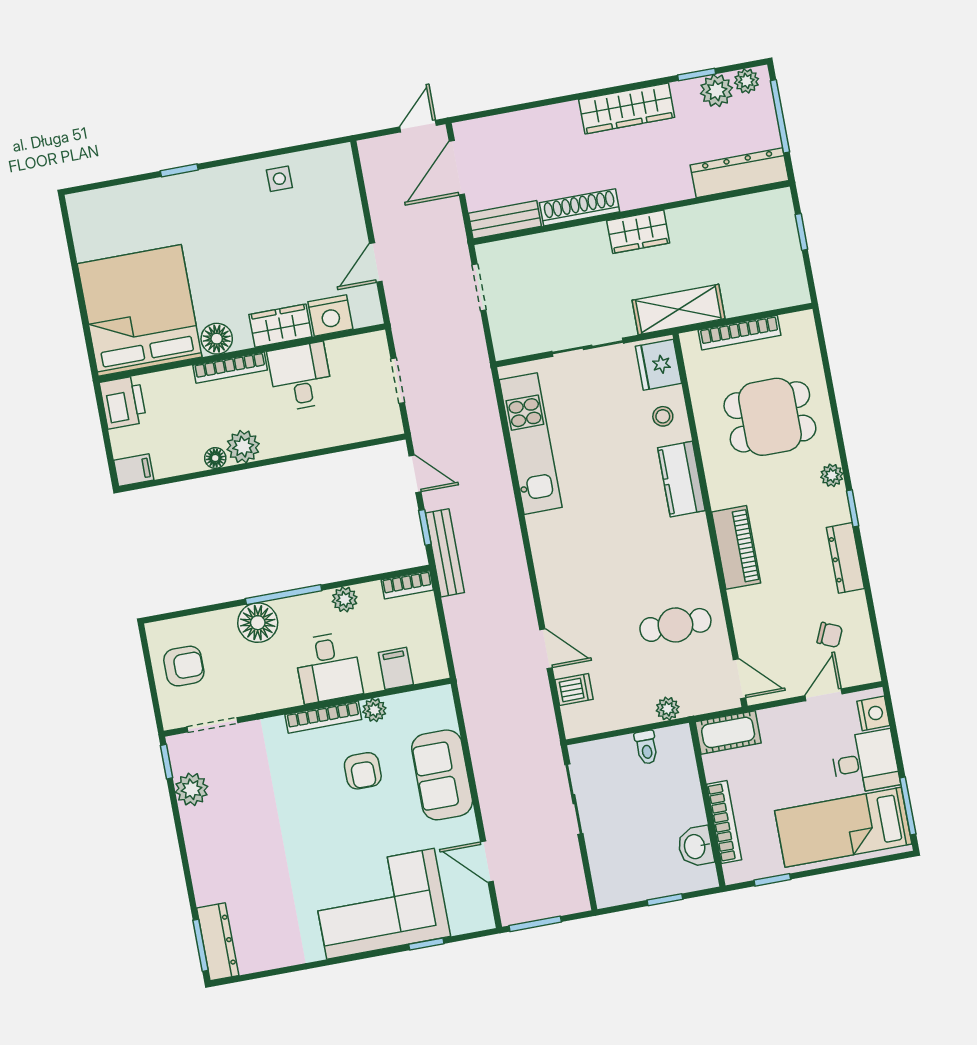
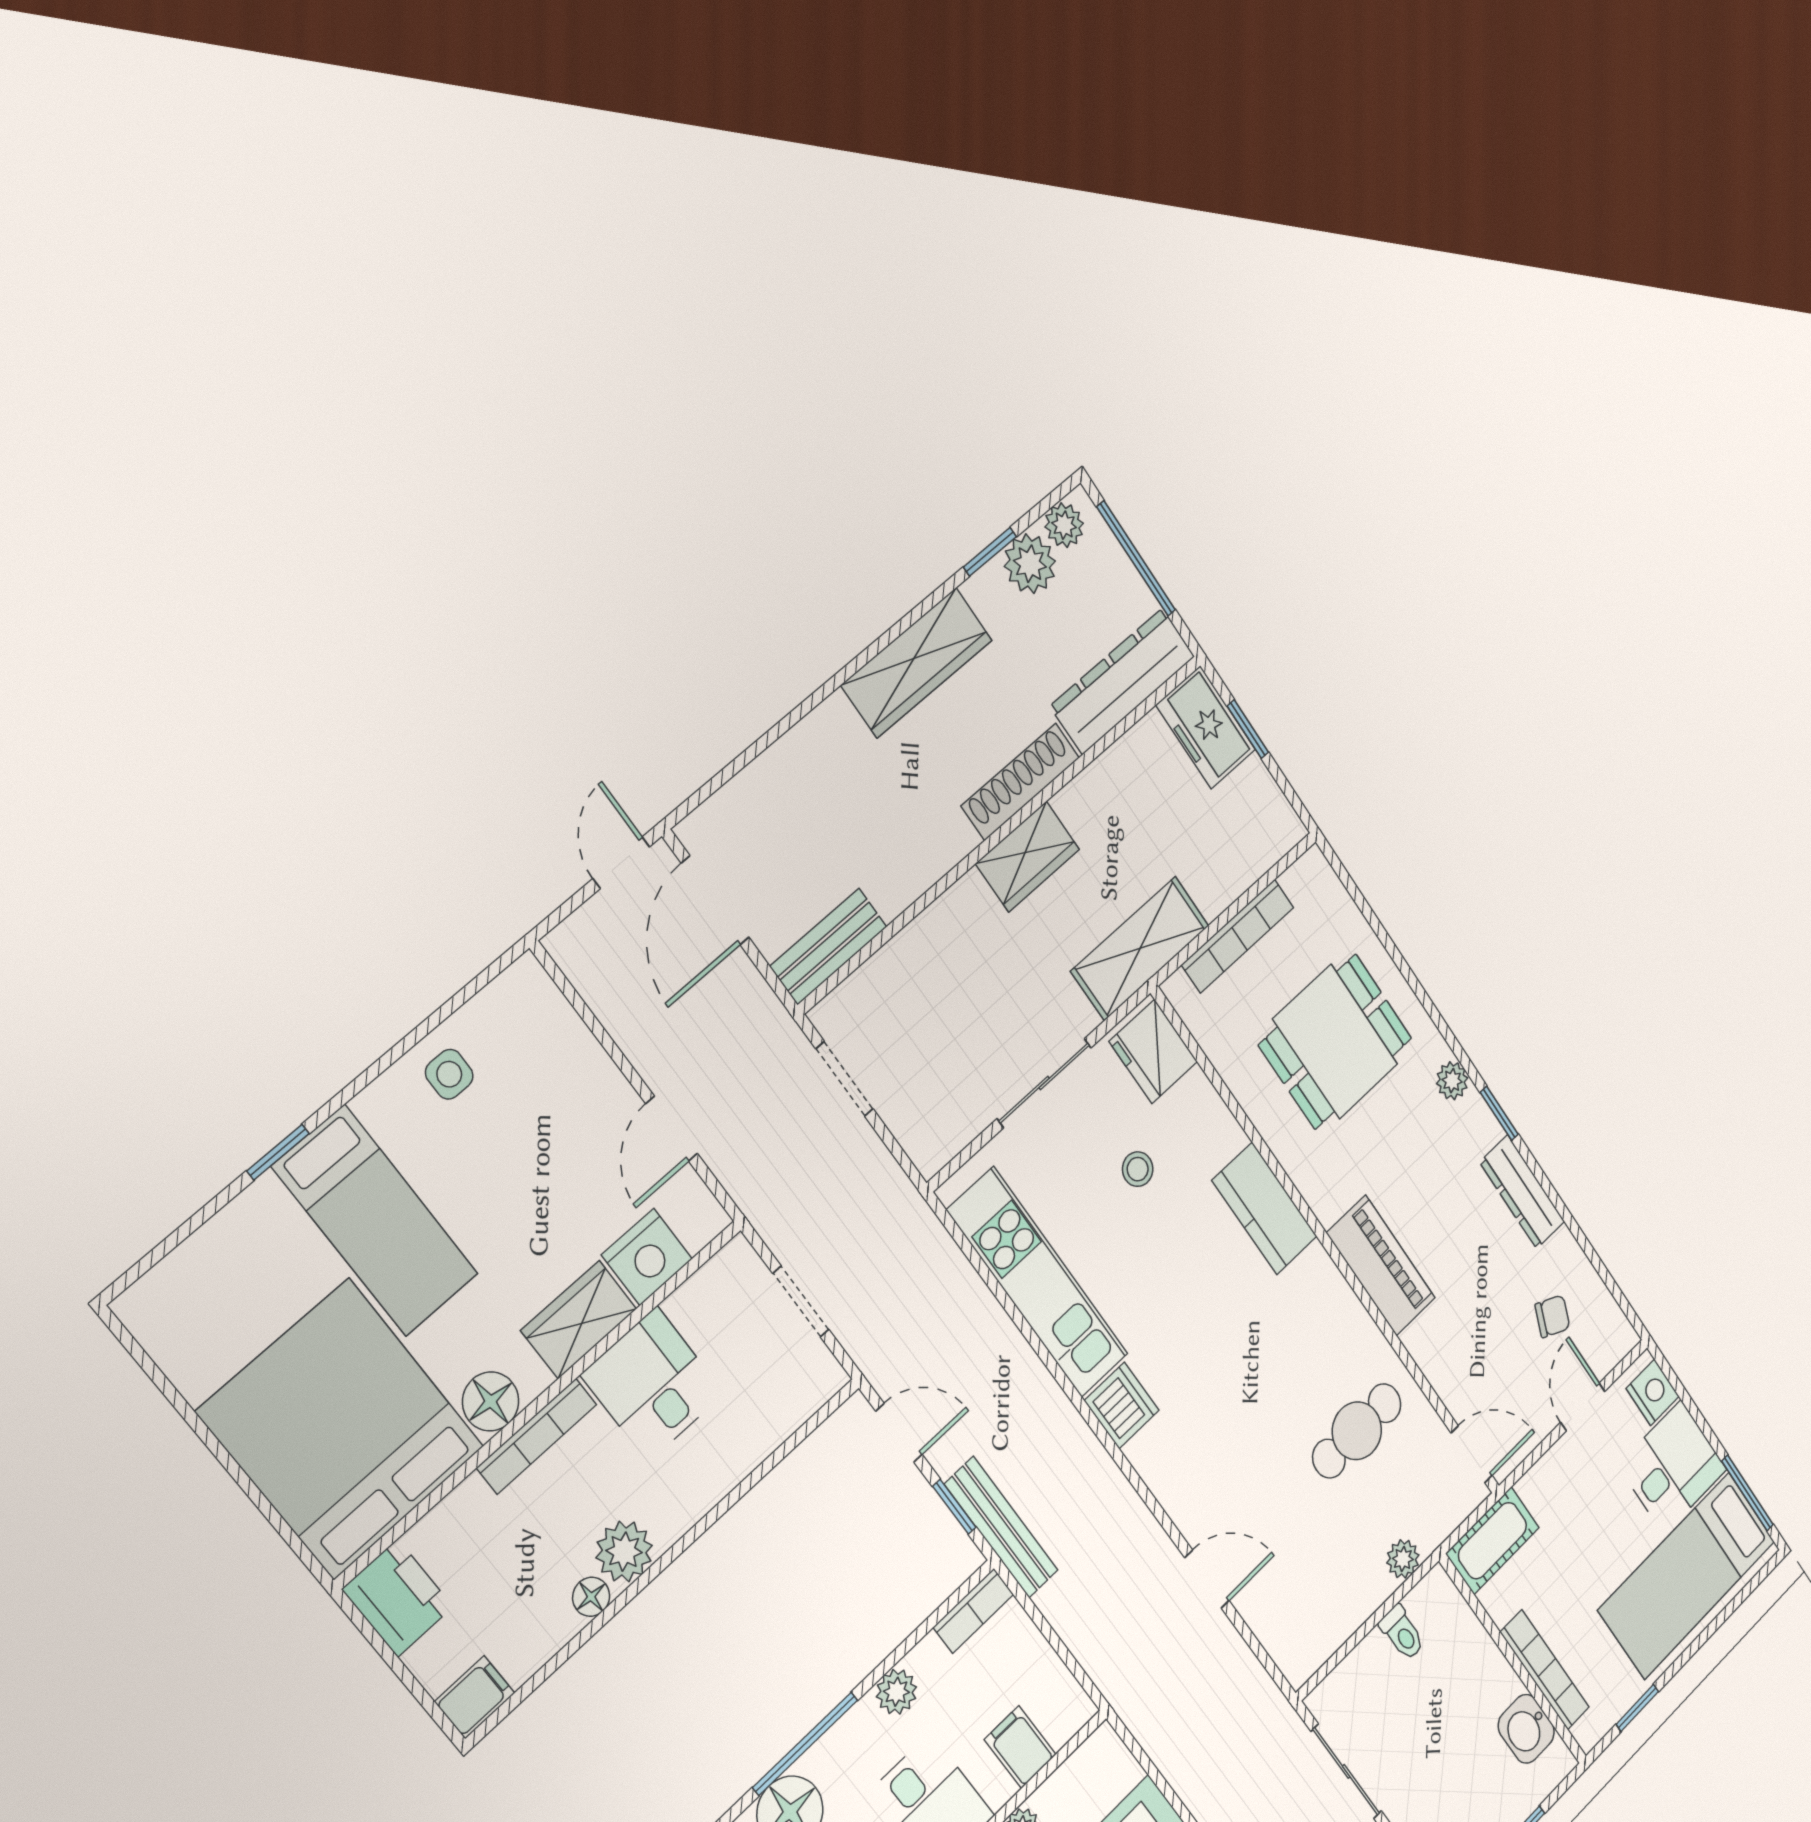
shoe rack: (580, 207) -> (1020, 782), moved
freezer: (777, 219) -> (1206, 727), added
bed: (208, 226) -> (375, 1221), added
stool: (663, 416) -> (1138, 1169), moved
dishwasher: (574, 690) -> (1122, 1405), moved, width x1.38

